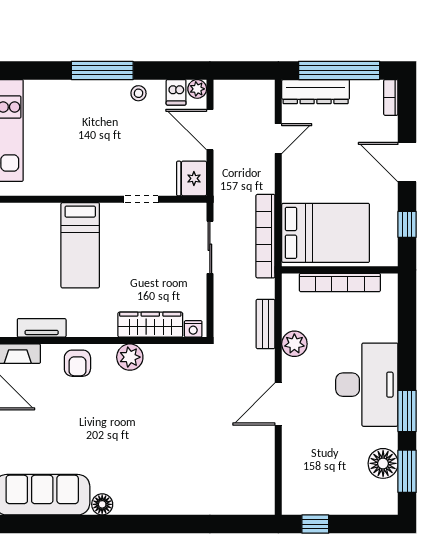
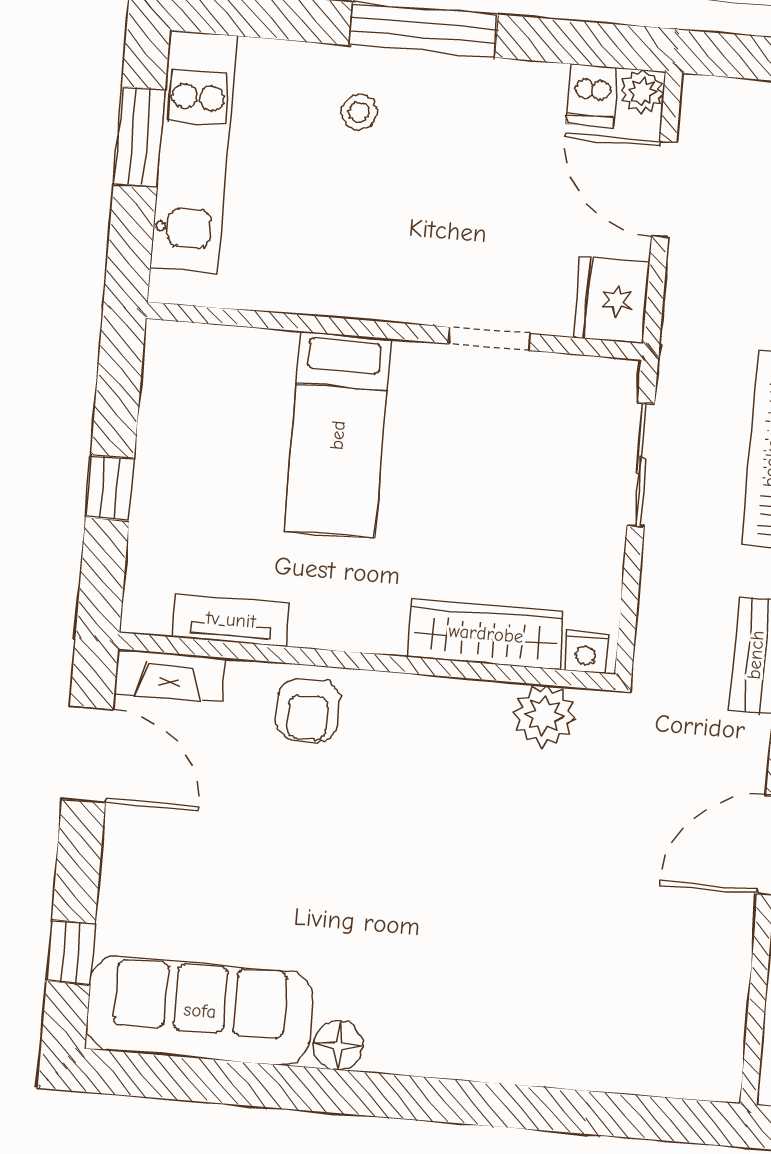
stool: (138, 93) -> (359, 112), moved
plant: (130, 357) -> (544, 716), moved

